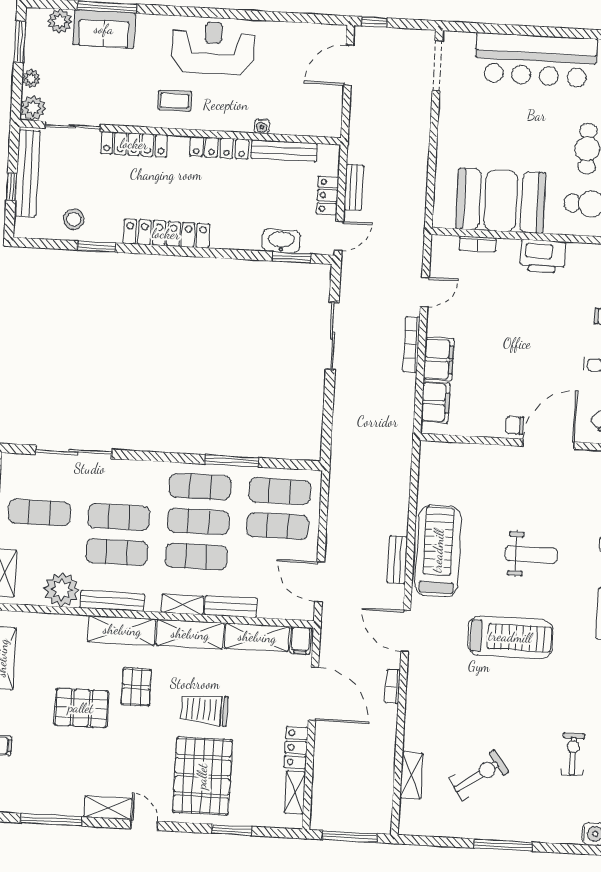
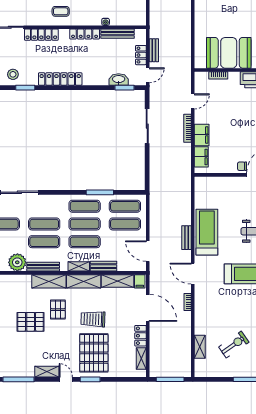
window: (232, 830) -> (90, 379), moved

